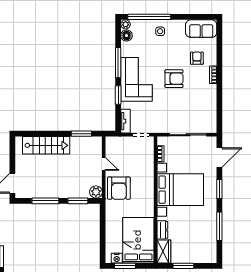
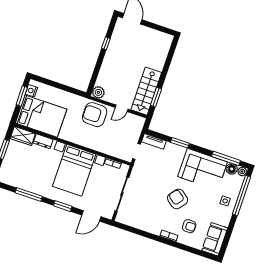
window: (118, 63) -> (226, 158), moved
corner sofa: (137, 79) -> (203, 169), moved
armchair: (174, 79) -> (178, 199), turned 128
stairs: (46, 145) -> (146, 91), moved
door: (219, 158) -> (91, 216), hinge flipped
window: (45, 201) -> (106, 43), width x0.46
window: (78, 201) -> (96, 73), removed

